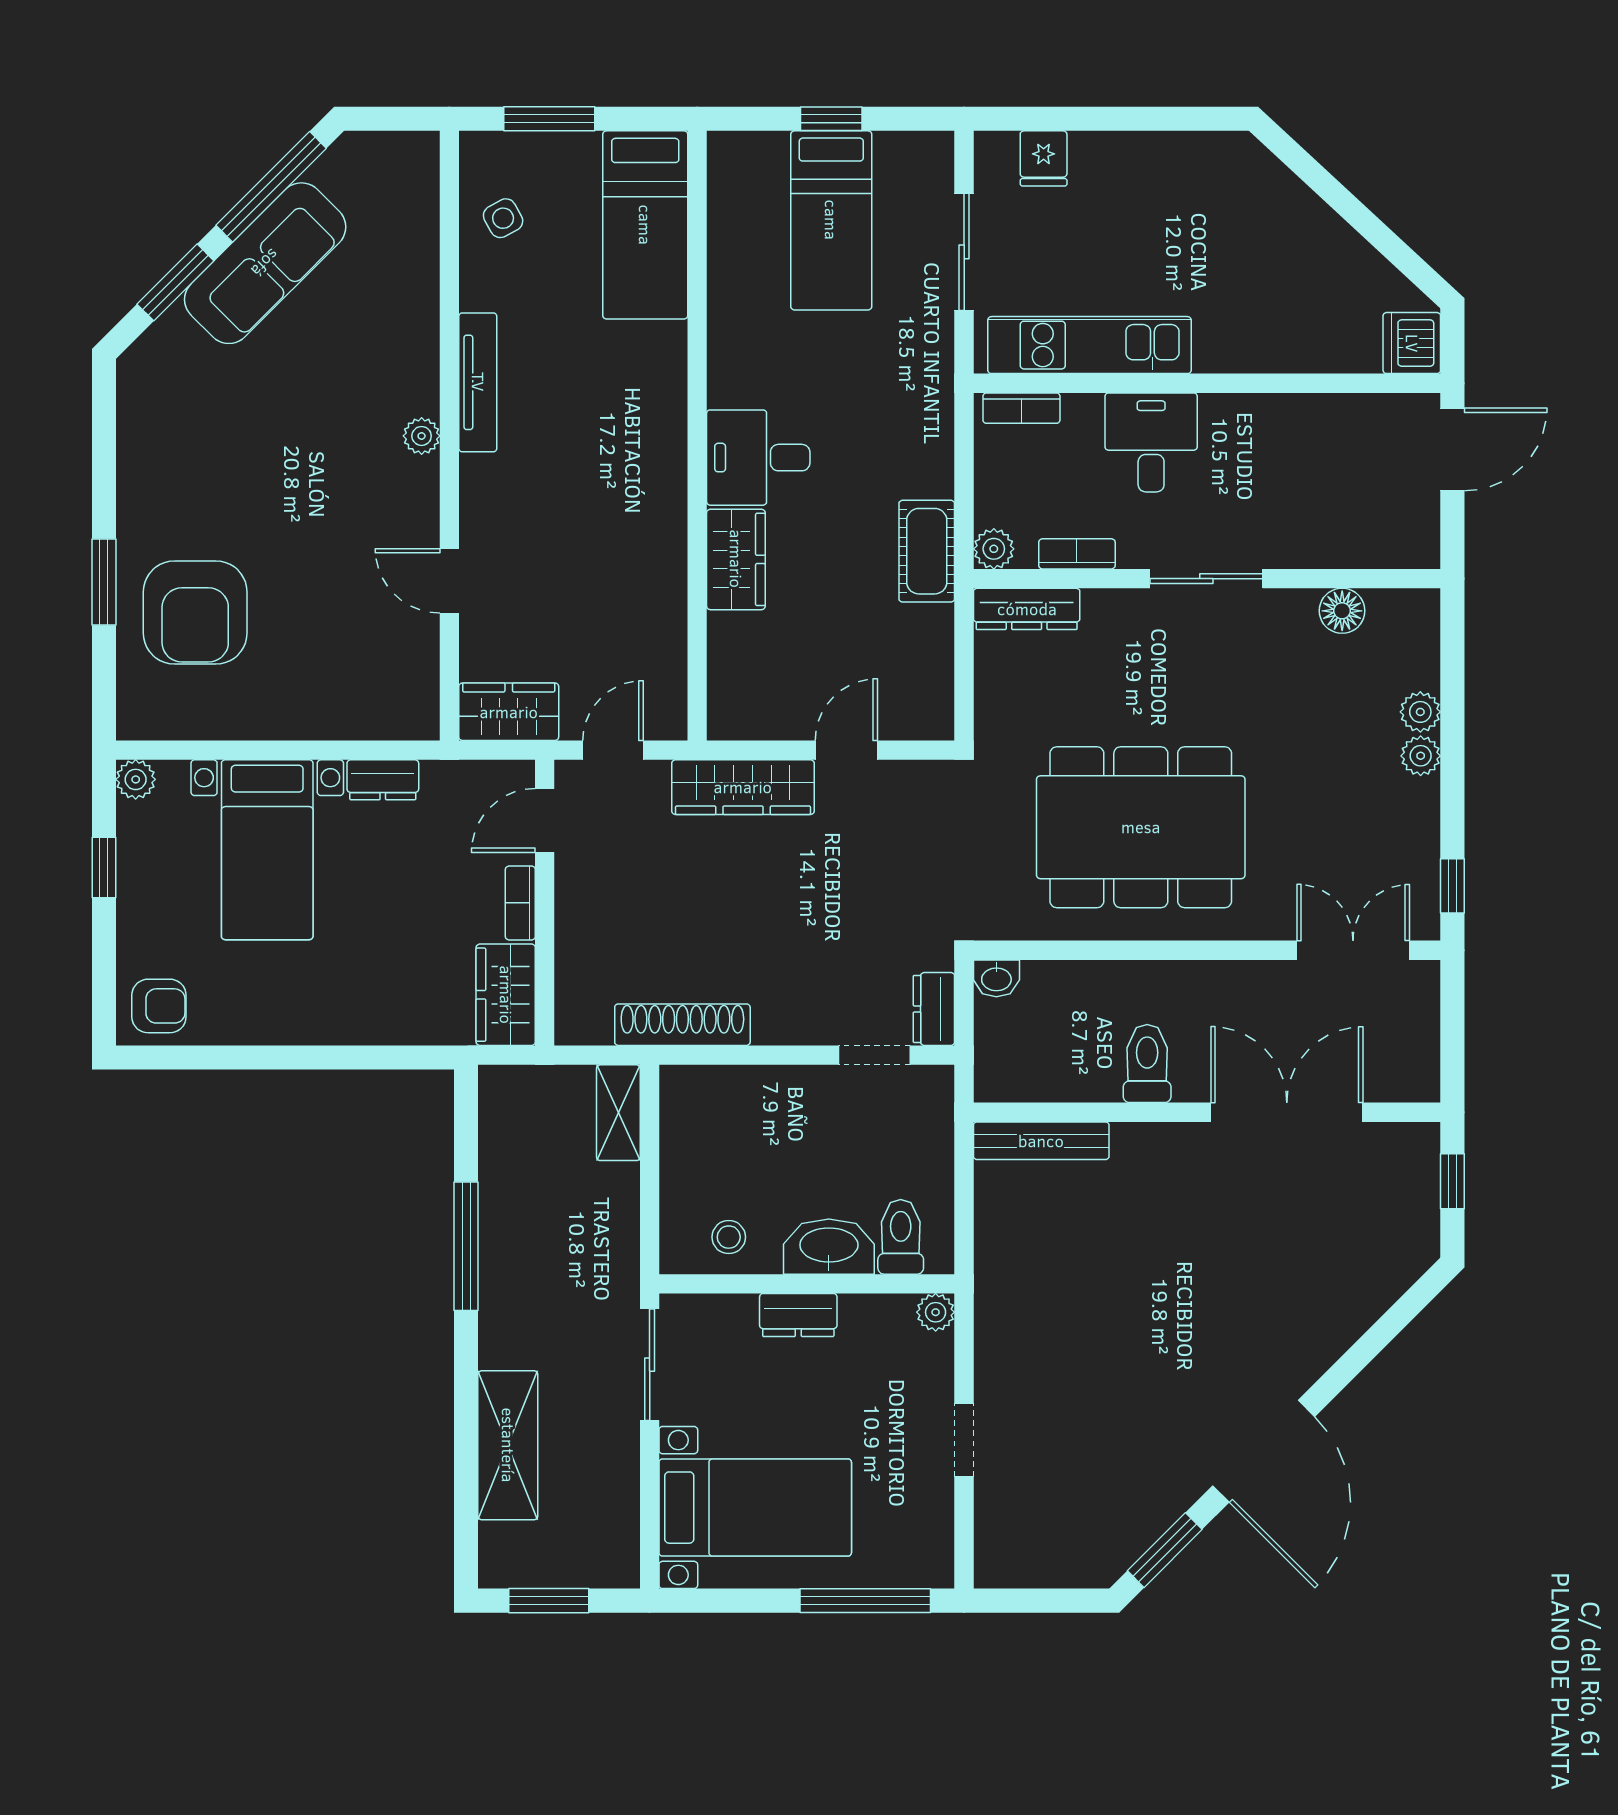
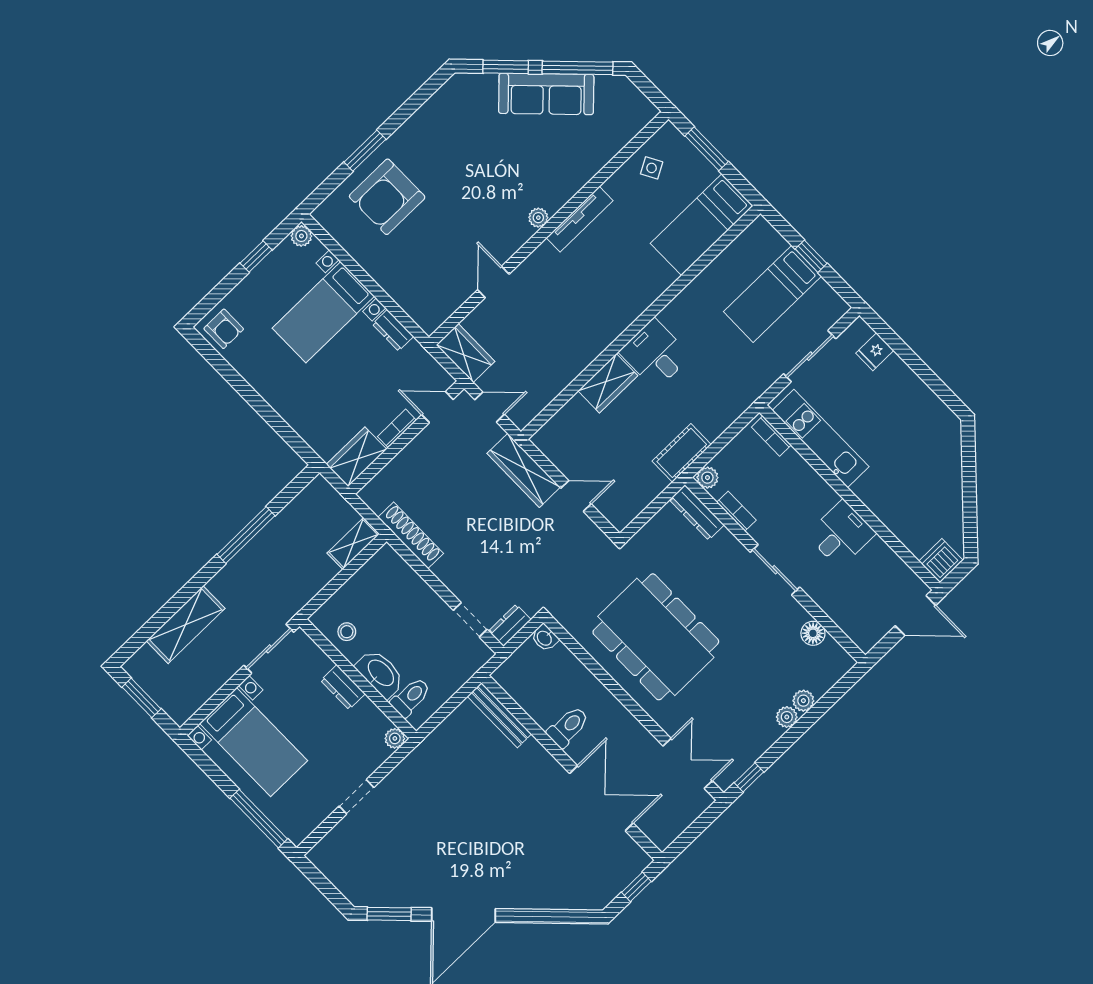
desk: (1151, 442) -> (841, 534), moved

